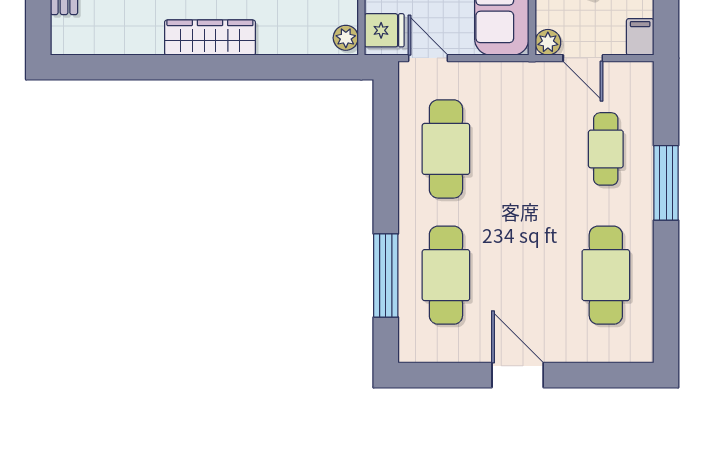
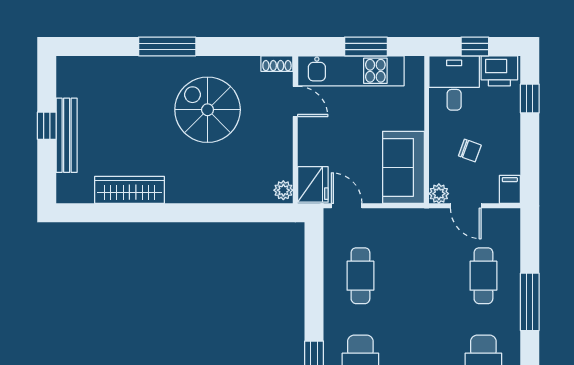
fridge: (384, 30) -> (313, 184), width x1.38
wardrobe: (210, 38) -> (129, 190), moved
cafe table: (446, 149) -> (360, 276), width x0.73, depth x0.74

